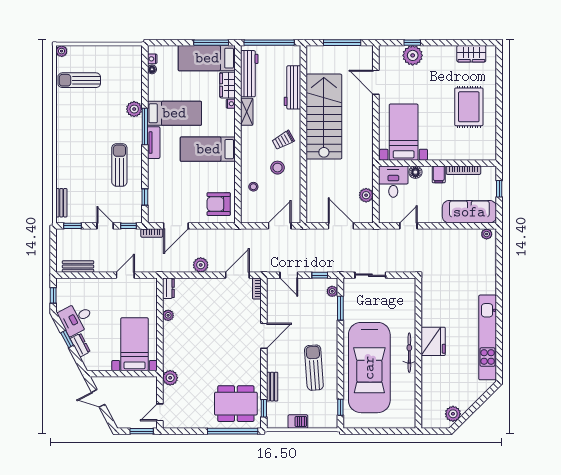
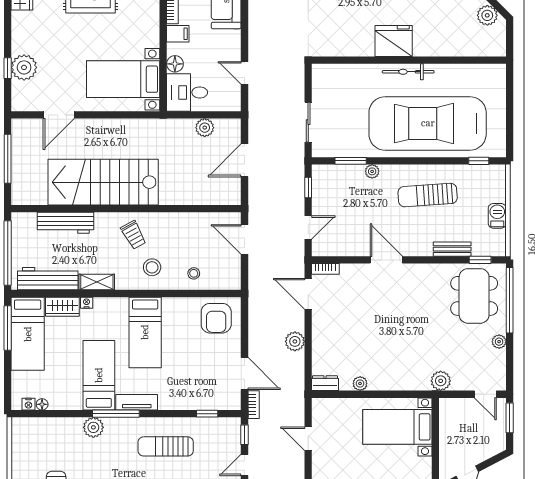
stool: (278, 168) -> (152, 267), moved
plant: (332, 291) -> (372, 171), moved
car: (369, 368) -> (428, 123), turned 180
plant: (201, 423) -> (499, 342), added

